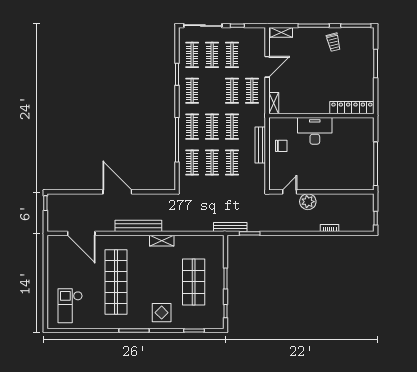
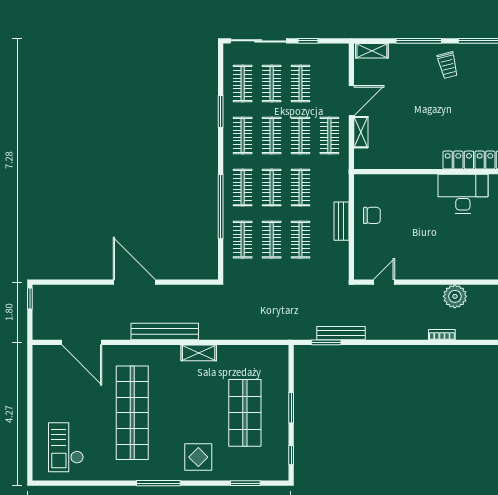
clothes rail: (212, 91) -> (272, 136), added
shelving: (274, 103) -> (361, 132), moved
desk: (315, 131) -> (463, 194), moved
bench: (260, 145) -> (341, 221), width x0.73
plant: (308, 202) -> (455, 296), moved
bench: (230, 227) -> (341, 333), moved

